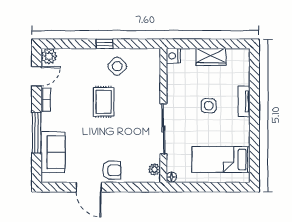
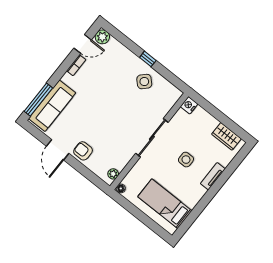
wardrobe: (211, 57) -> (226, 136), moved
rug: (104, 102) -> (115, 99), removed
sliding door: (163, 129) -> (152, 138), moved
window: (37, 133) -> (38, 100), moved
sofa: (53, 152) -> (52, 106), width x1.36
armchair: (112, 170) -> (83, 151), turned 180

